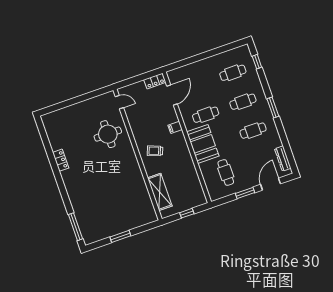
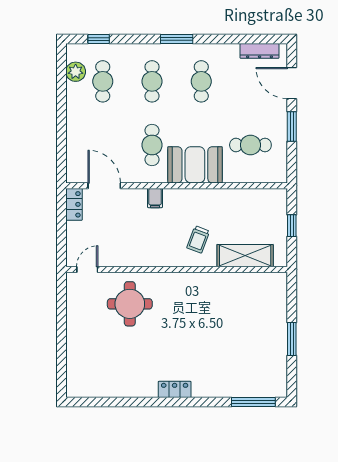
plant: (233, 55) -> (76, 72), added
trolley: (155, 151) -> (198, 239), moved
locker: (61, 160) -> (175, 389), moved

